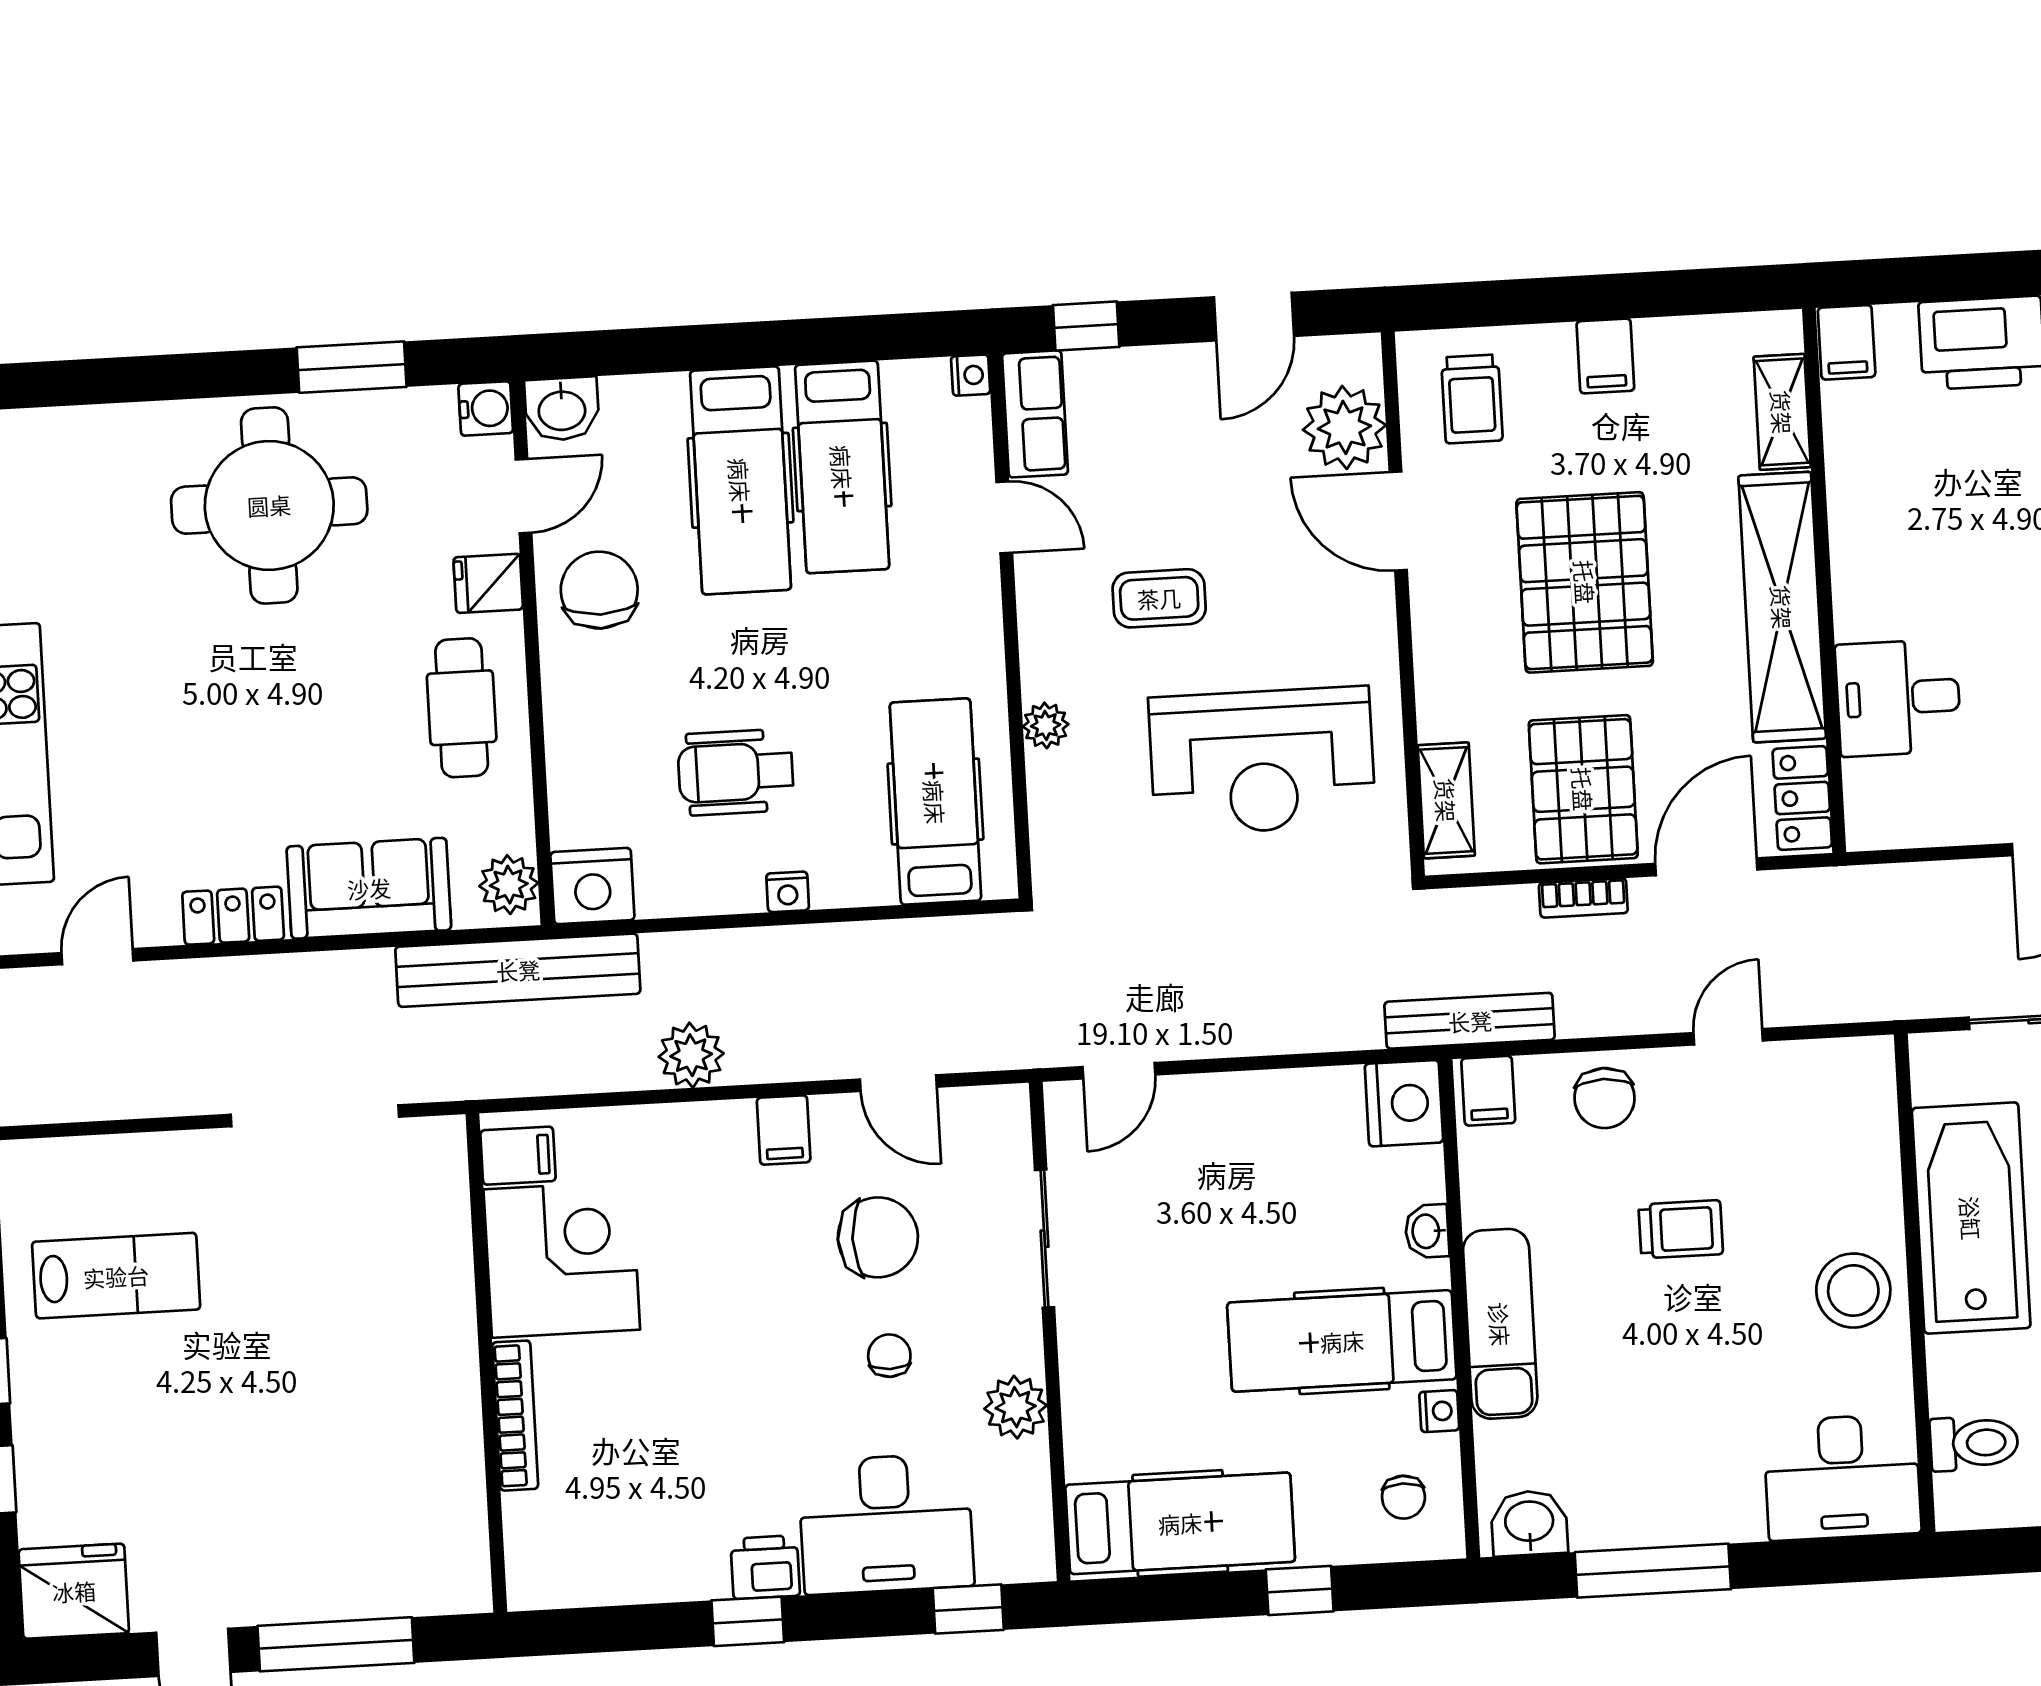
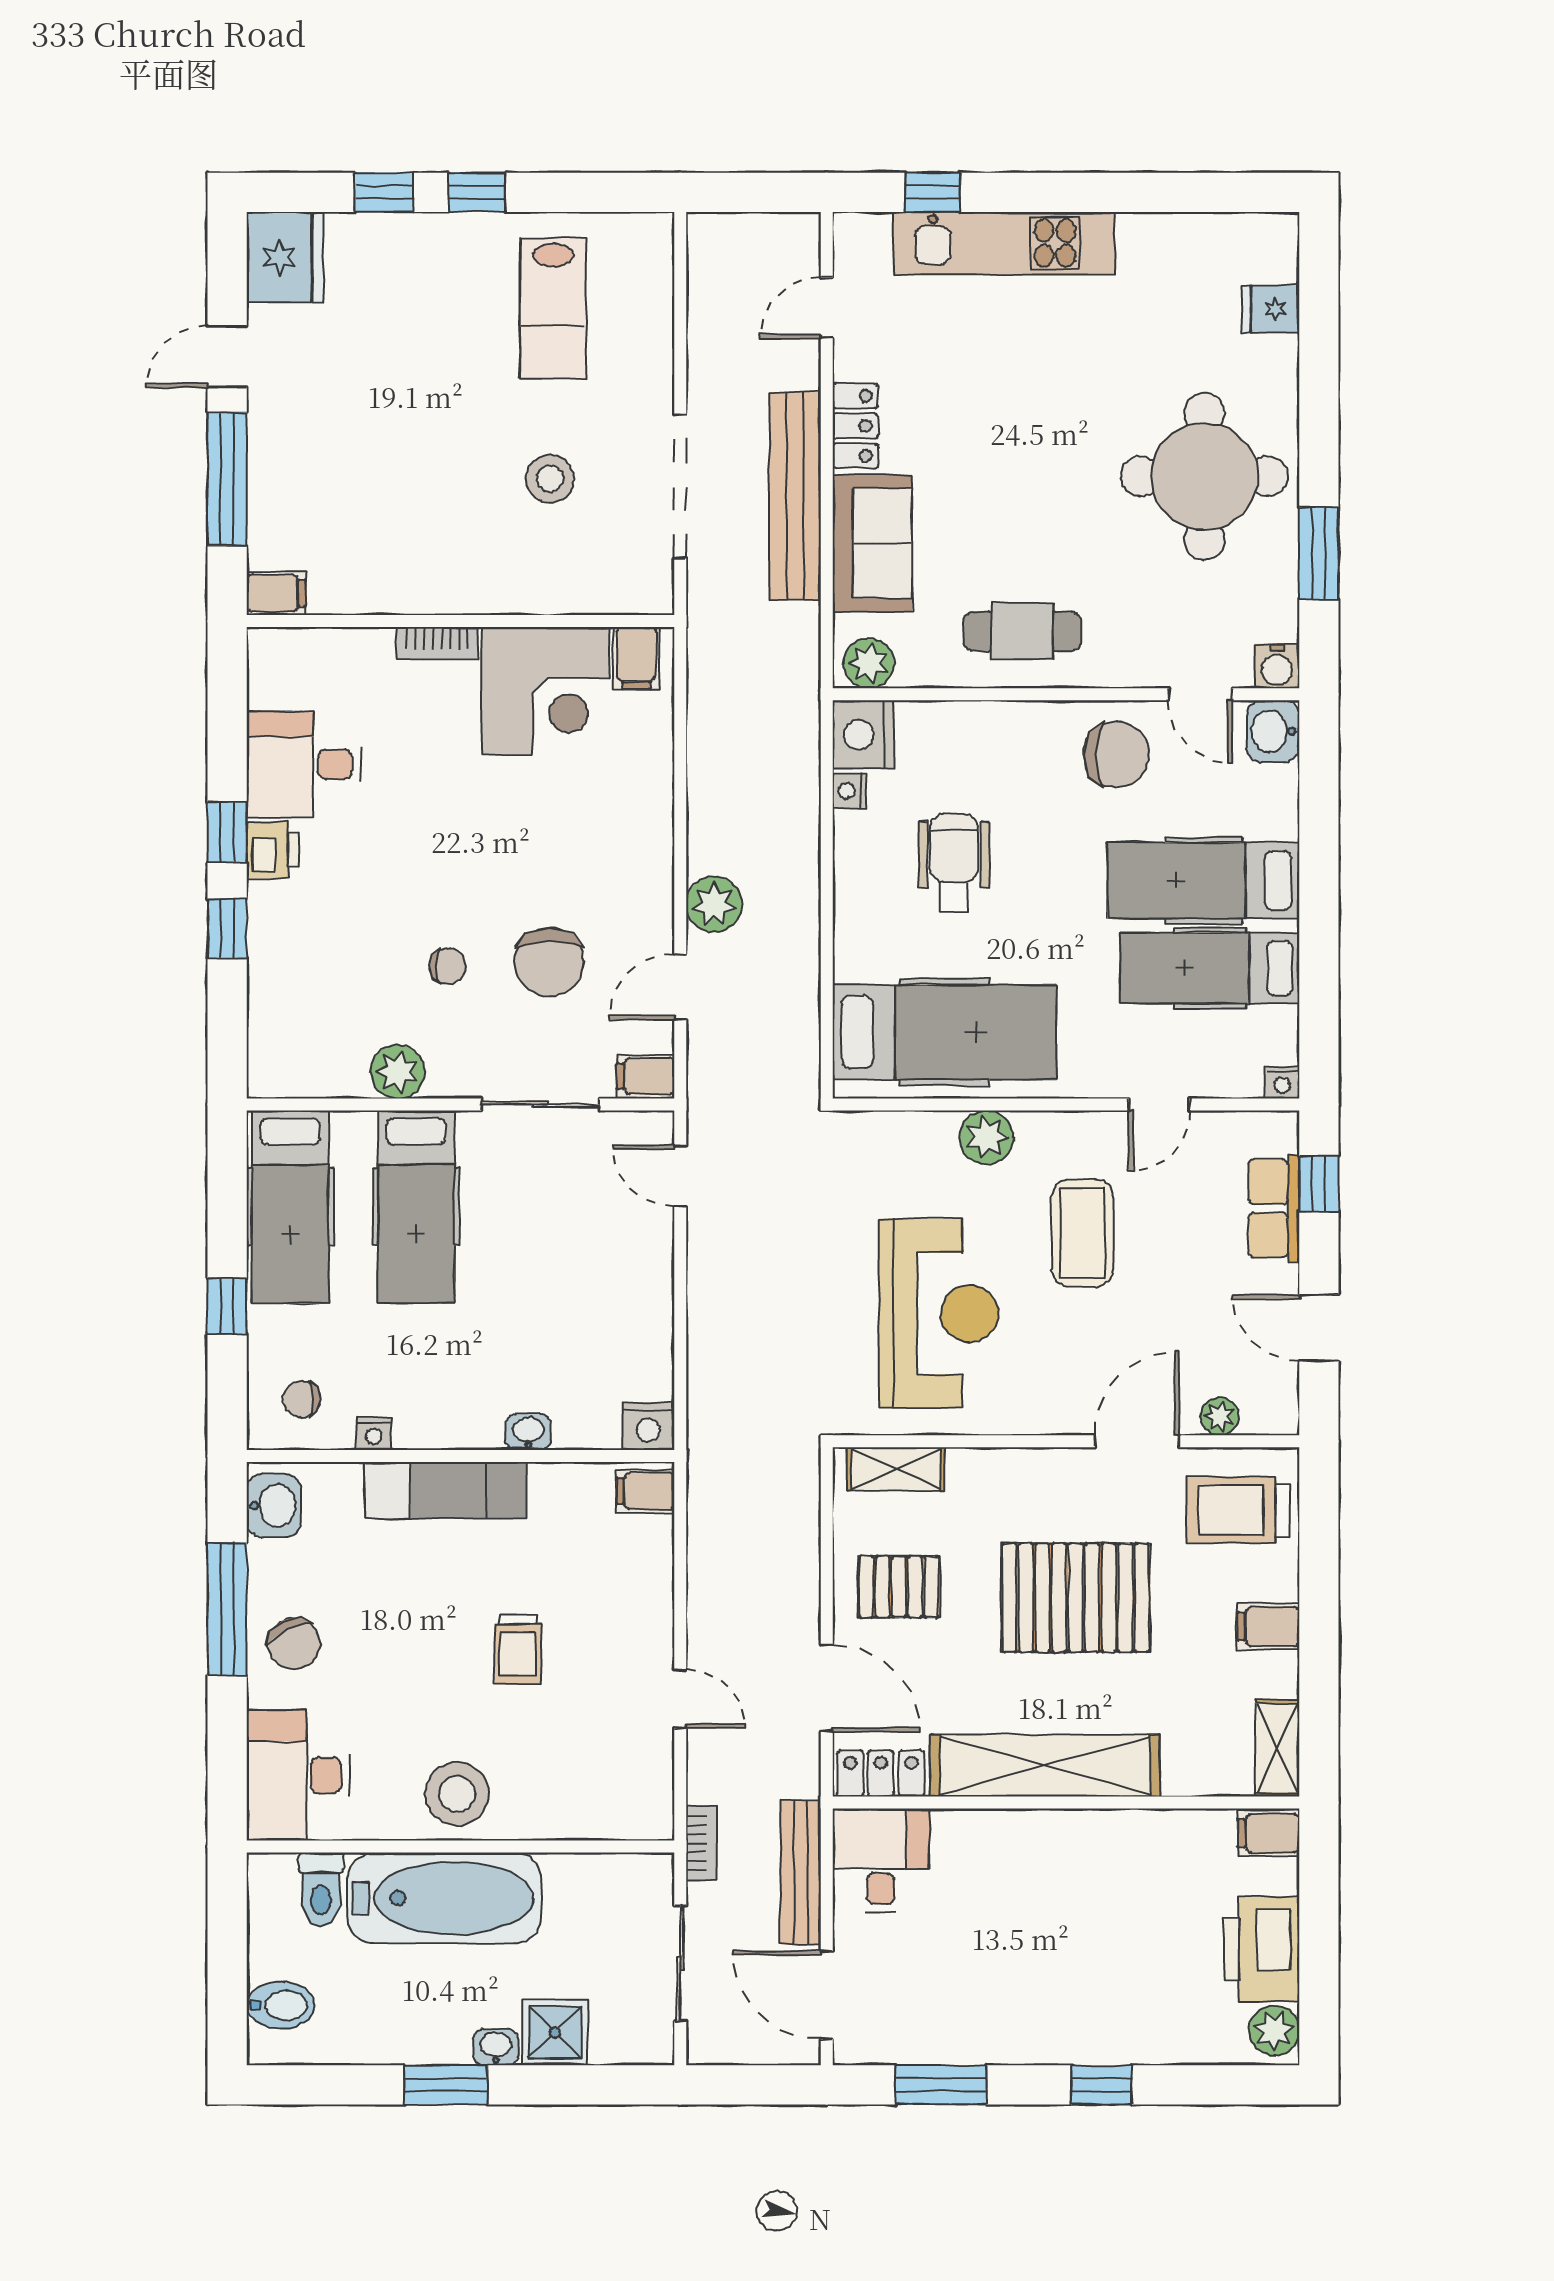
trolley: (1472, 399) -> (1238, 1510), width x1.36, depth x1.39
shelving: (1782, 412) -> (1277, 1748), moved, turned 90
row of seats: (1035, 414) -> (1274, 1208), moved, turned 90
plant: (1344, 427) -> (1220, 1416), width x0.53, depth x0.53
fridge: (488, 583) -> (1271, 309), moved, turned -90
coffee table: (1159, 598) -> (1082, 1233), width x1.36, depth x1.30
desk: (1898, 698) -> (881, 1860), moved
plant: (1046, 725) -> (986, 1137), width x1.38, depth x1.38
reception desk: (1262, 761) -> (938, 1313), turned 180
pallet: (1583, 789) -> (899, 1587), width x0.67, depth x0.71
hospital bed: (935, 802) -> (944, 1032), width x1.37, depth x1.29
nightstand: (788, 892) -> (849, 791), moved
bookcase: (1583, 898) -> (701, 1843), moved, turned 180
door: (97, 957) -> (827, 308), swing flipped
bench: (518, 970) -> (795, 496), moved
bench: (1470, 1021) -> (801, 1872), moved
plant: (691, 1055) -> (714, 904), moved
chair: (1605, 1098) -> (294, 1644), moved, turned -115
nightstand: (1404, 1103) -> (648, 1426), width x0.74, depth x0.75
filing cabinet: (784, 1130) -> (646, 1076), moved
bathtub: (1971, 1218) -> (444, 1898), moved
stool: (315, 1268) -> (550, 479), added
hospital bed: (1342, 1341) -> (416, 1207), moved, turned 180
bookcase: (515, 1416) -> (437, 643), width x0.64
desk: (886, 1524) -> (304, 764), moved, width x0.73
filing cabinet: (466, 1580) -> (276, 593), added
window: (968, 1609) -> (227, 928), moved

